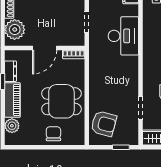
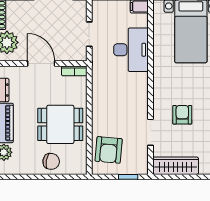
door: (45, 48) -> (41, 63), swing flipped
armchair: (104, 124) -> (109, 150), turned 80
chair: (53, 134) -> (51, 161), turned 100

